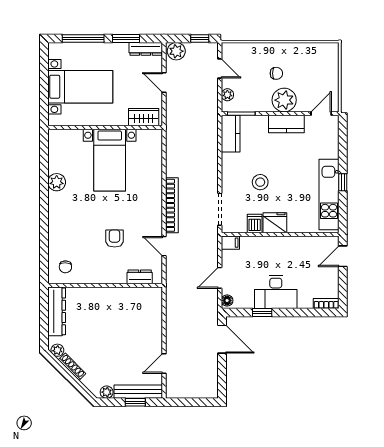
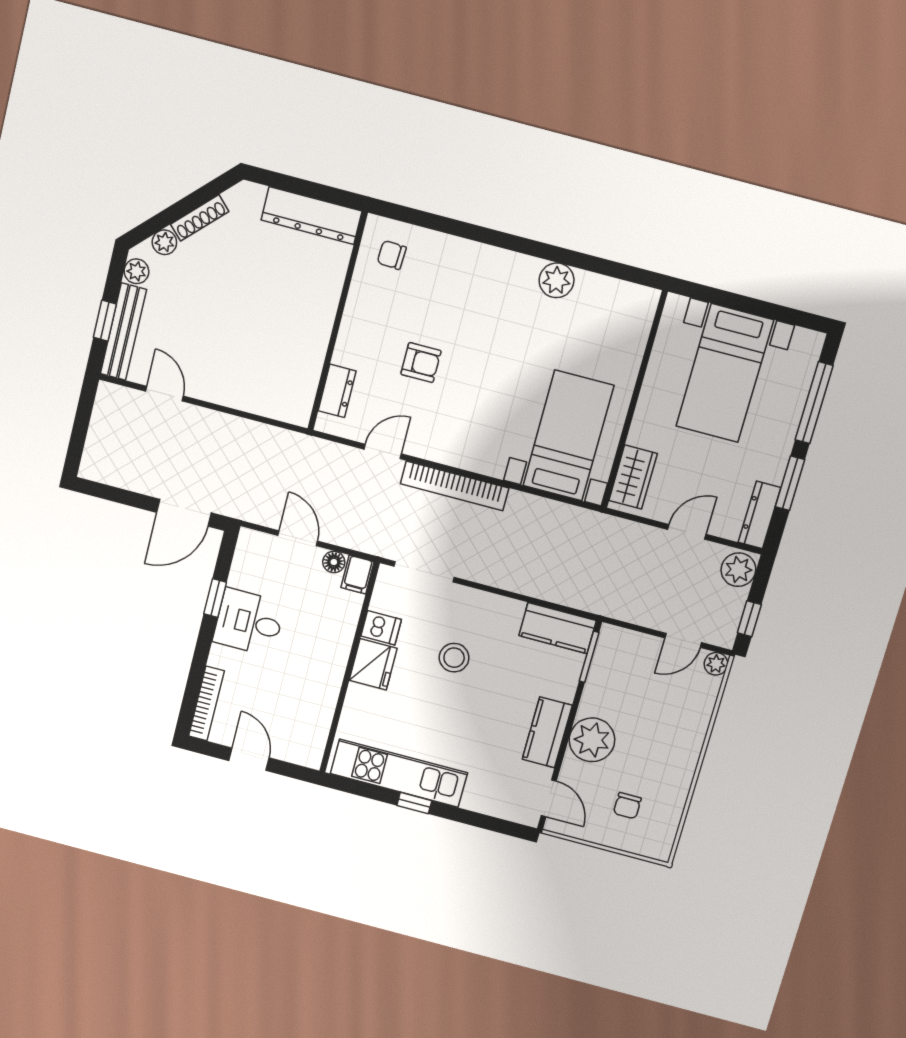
chair: (276, 73) -> (627, 806), moved
plant: (227, 95) -> (716, 664), moved
bed with nightstands: (110, 160) -> (568, 436), moved, turned 90
door: (343, 256) -> (249, 759), moved
desk: (276, 292) -> (249, 622), width x0.73
floor lamp: (227, 300) -> (334, 562), moved
bookcase: (326, 304) -> (206, 703), width x1.56
plant: (57, 350) -> (164, 242), moved

